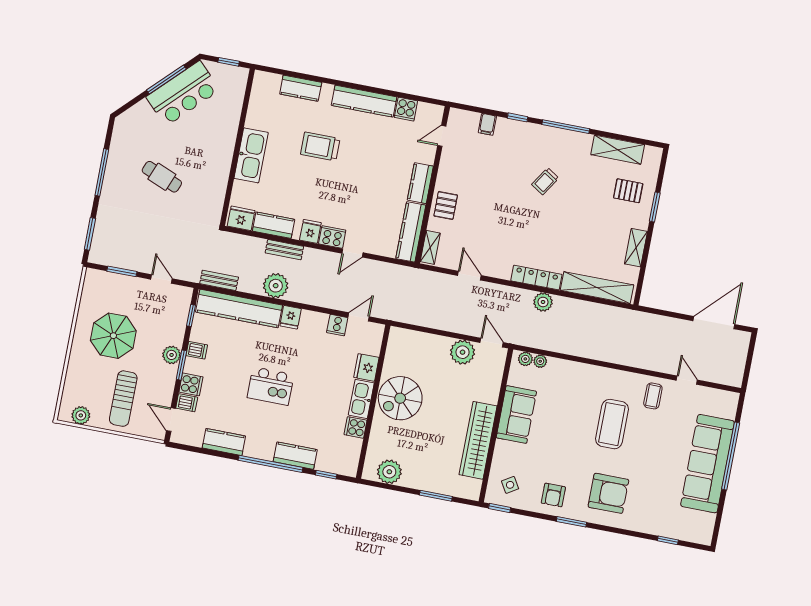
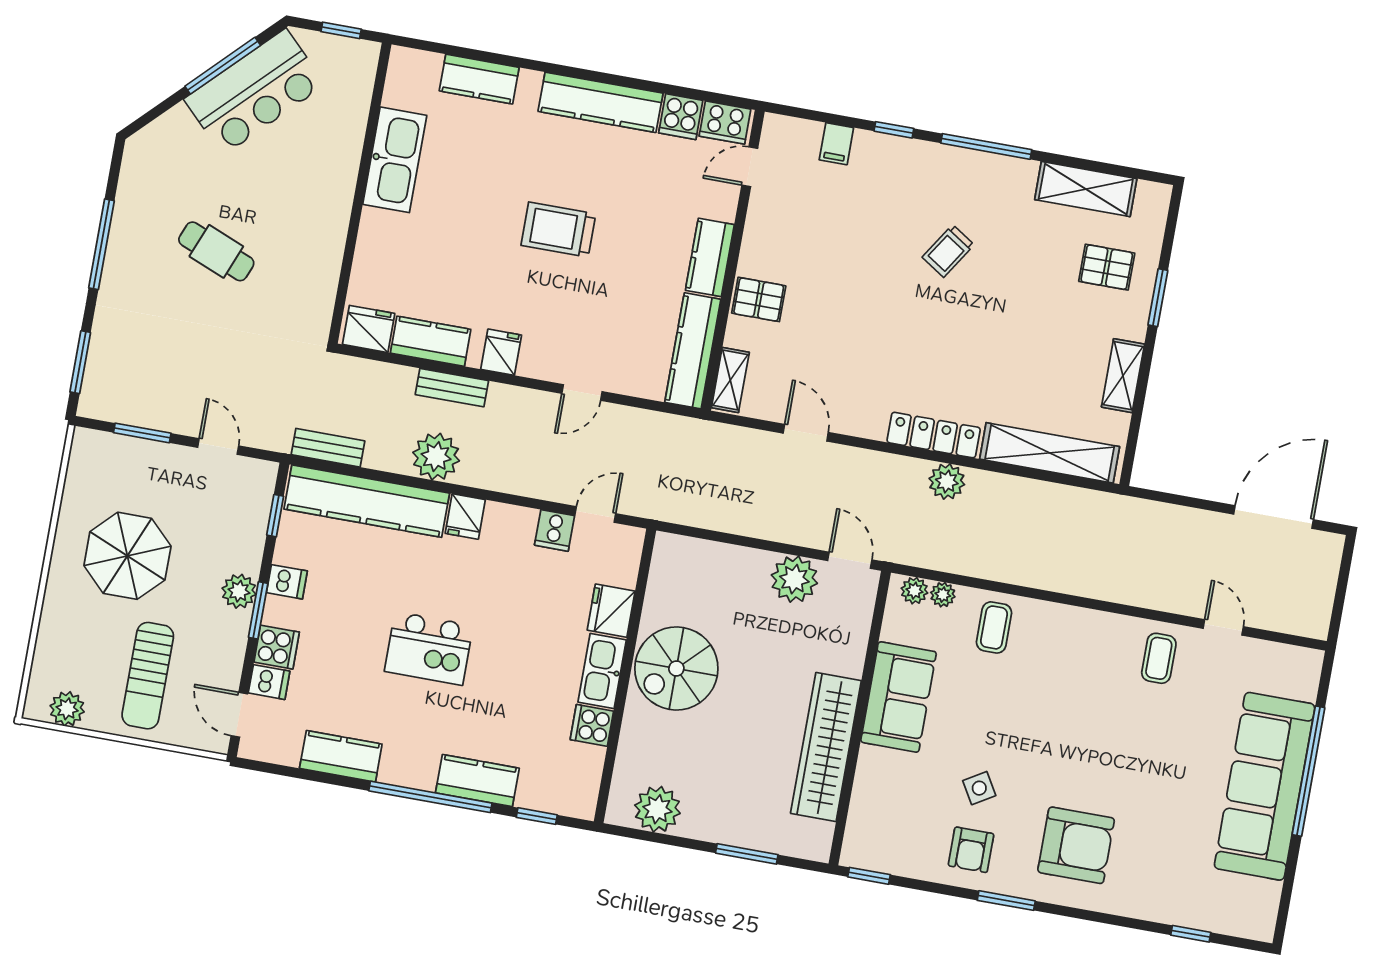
trolley: (320, 146) -> (558, 230), moved
kitchen sink: (251, 155) -> (395, 160), moved
pallet: (446, 205) -> (759, 299), turned 90
cooker: (332, 237) -> (725, 123), moved, turned 180
coffee table: (612, 424) -> (994, 627), moved, width x0.54, depth x0.58
side table: (510, 485) -> (979, 788), moved

